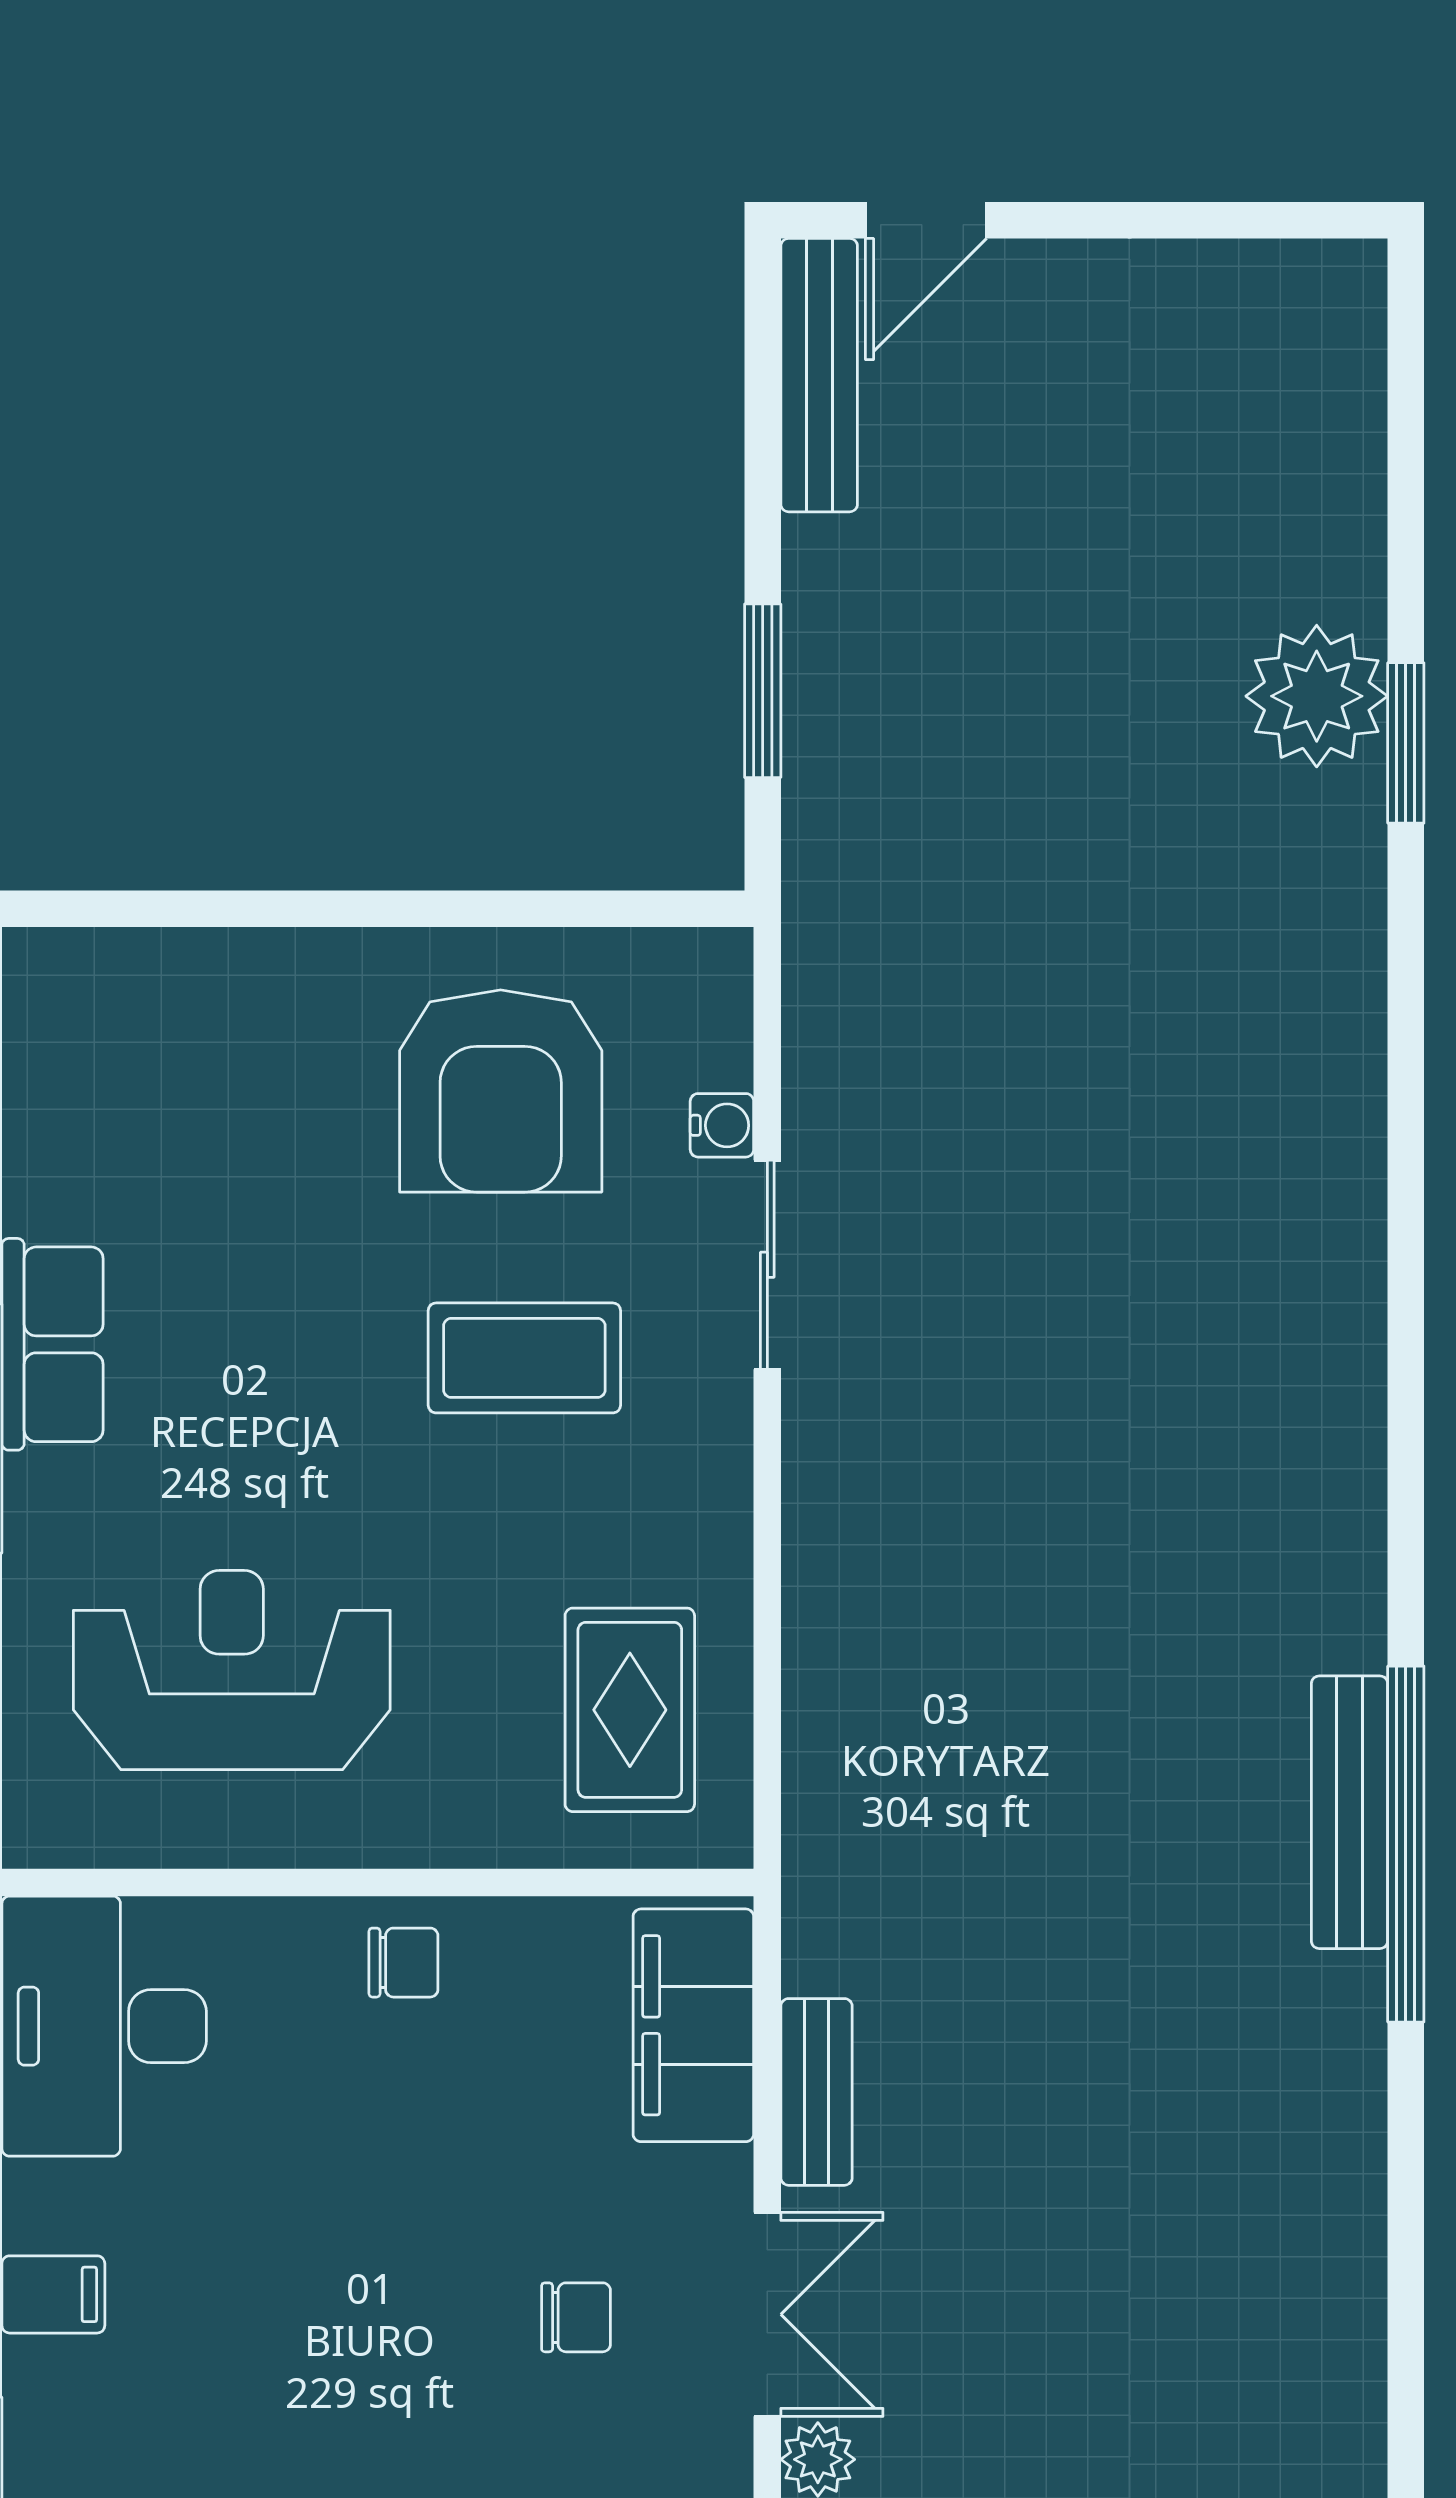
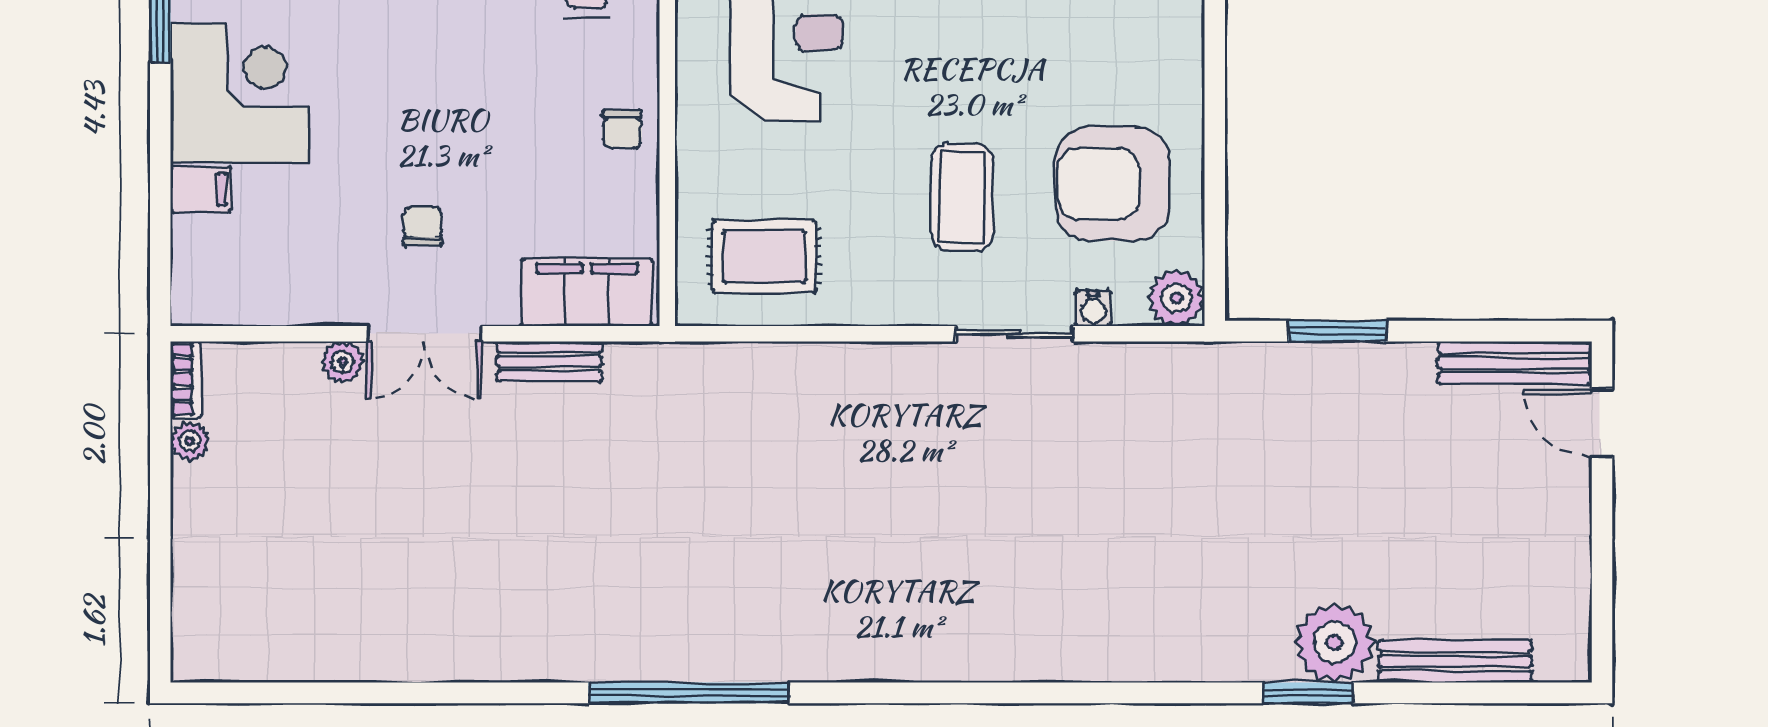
plant: (703, 977) -> (1176, 298), added
bench: (1350, 1812) -> (1455, 661), moved
chair: (576, 2317) -> (423, 226), turned 180

